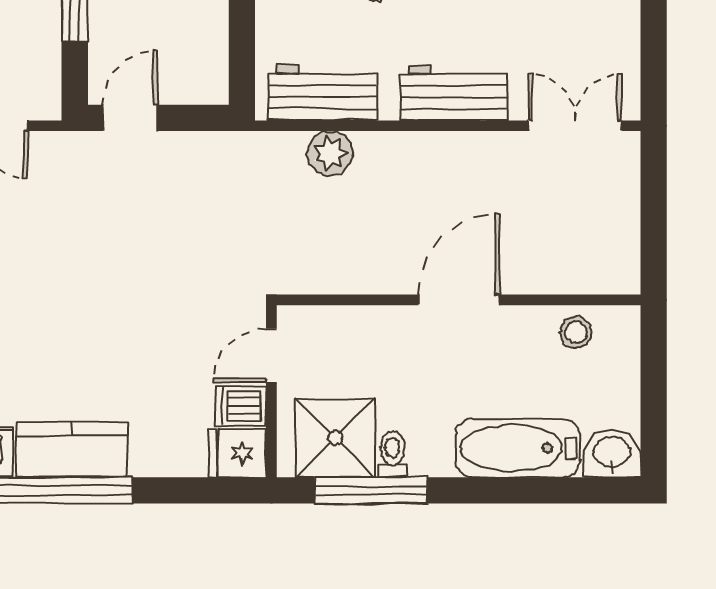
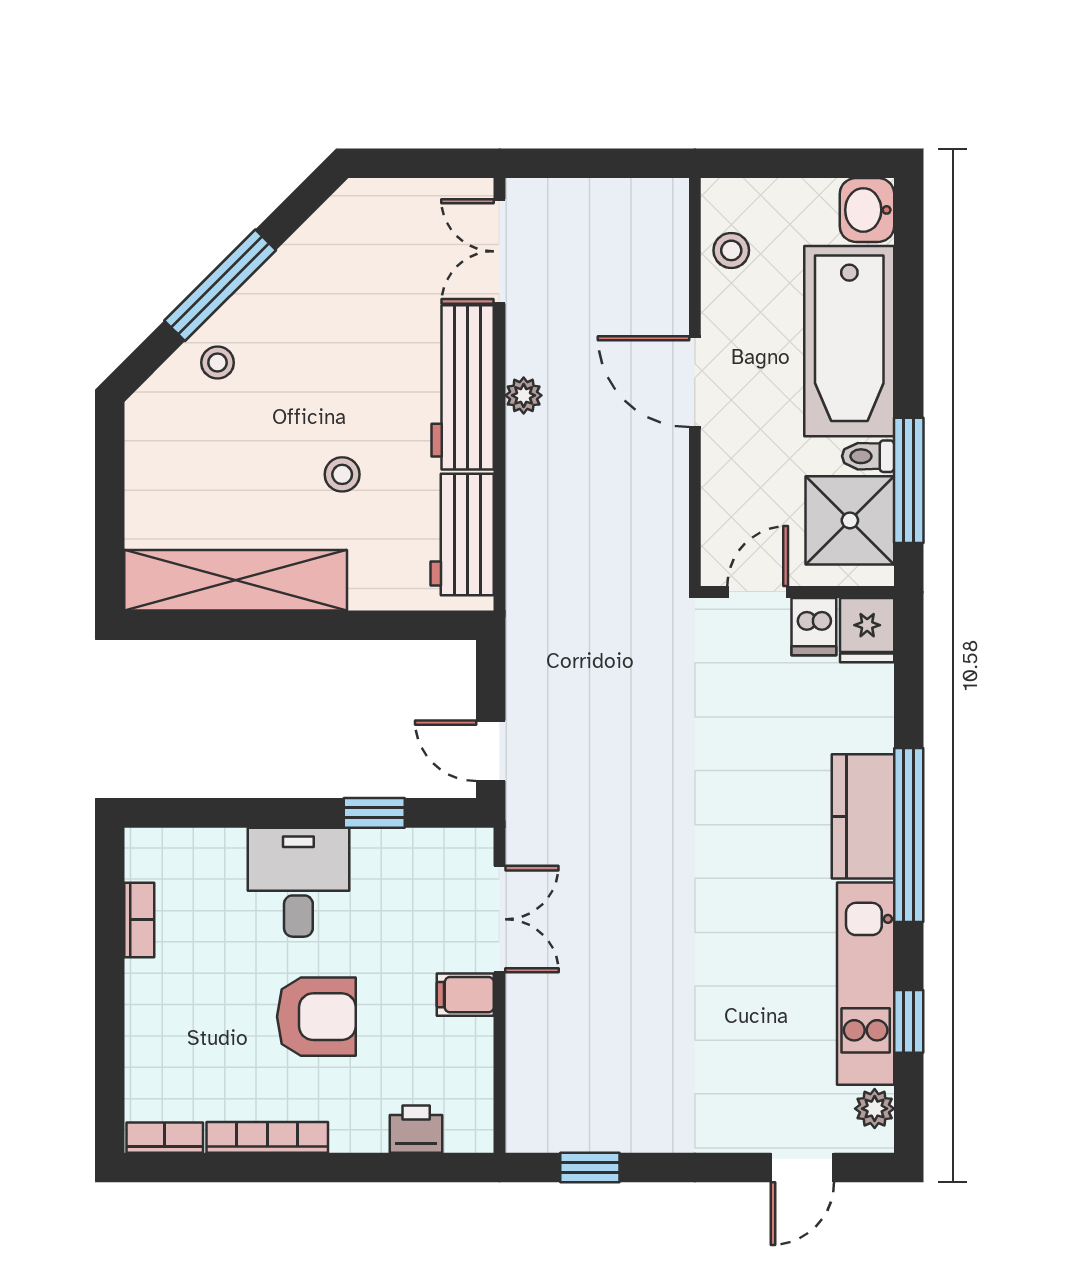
workbench: (454, 93) -> (463, 387), width x1.37
plant: (330, 153) -> (524, 395), moved, width x0.73, depth x0.73
door: (271, 356) -> (758, 592), swing flipped
bathtub: (518, 448) -> (849, 341), width x1.36, depth x1.36

